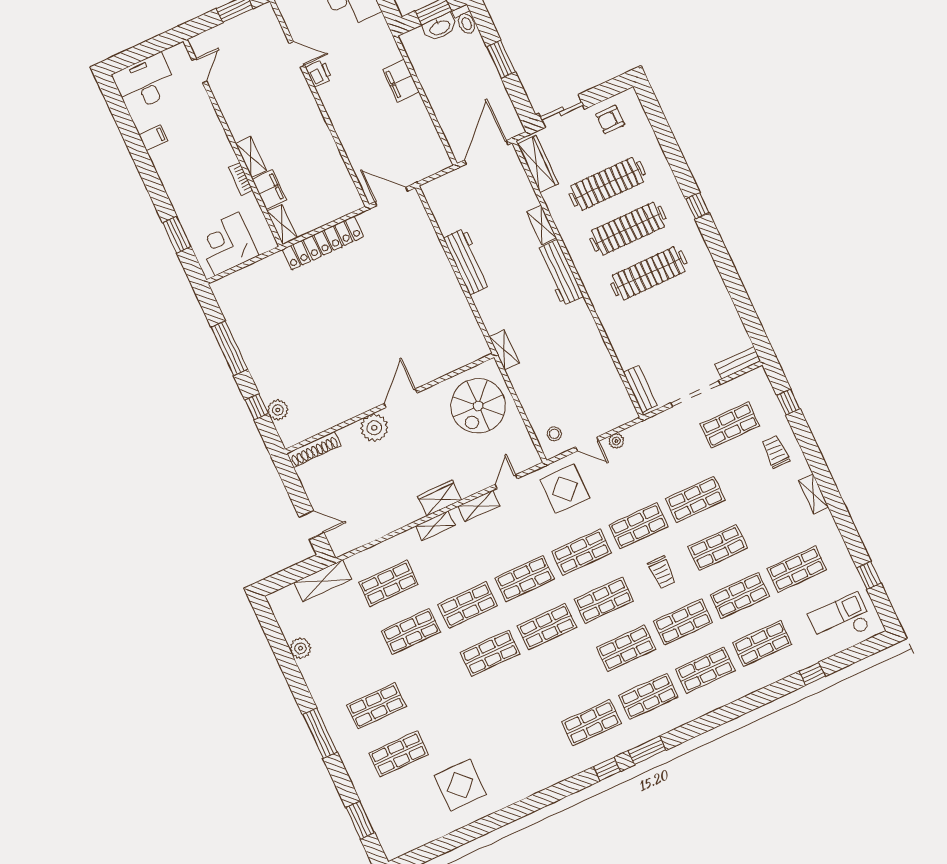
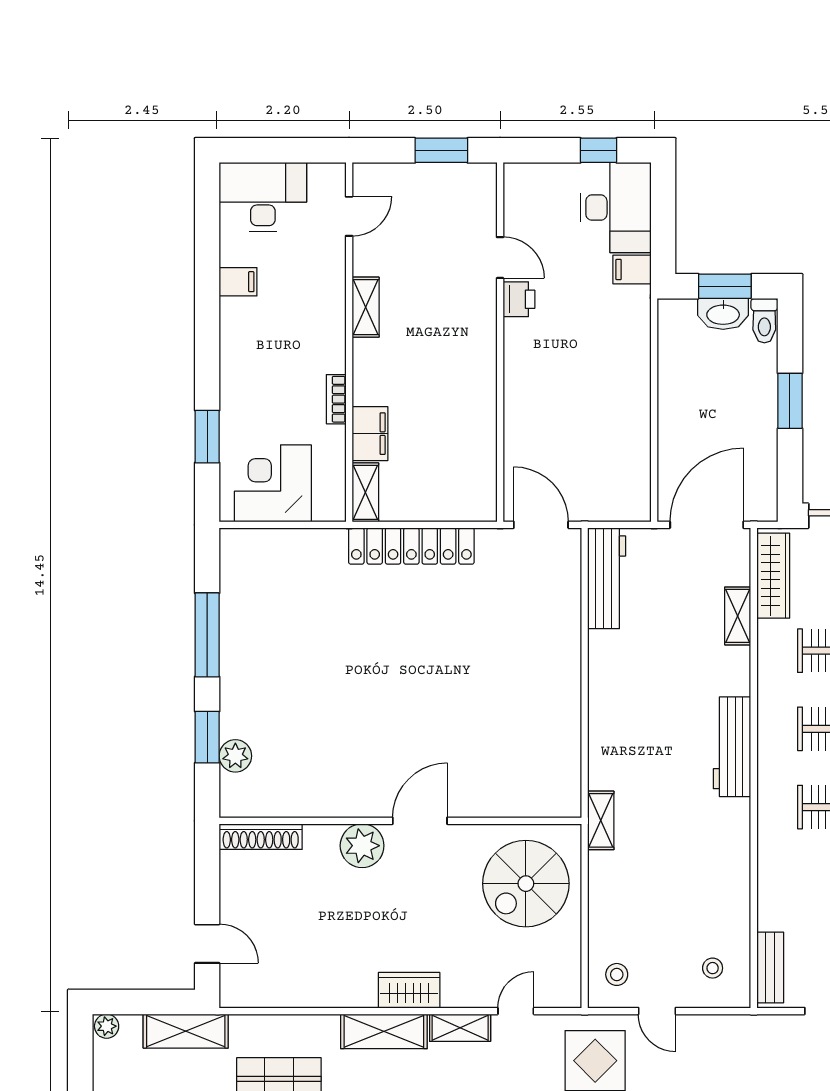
filing cabinet: (401, 81) -> (632, 270), moved, width x0.50
shelving: (251, 157) -> (366, 307), moved
shelving: (541, 225) -> (738, 616), moved
workbench: (467, 261) -> (607, 578), moved
stool: (607, 405) -> (713, 968), added
window: (257, 407) -> (207, 737), width x1.50
plant: (616, 441) -> (107, 1026), moved
shelving: (435, 526) -> (384, 1031), width x1.50, depth x1.33

